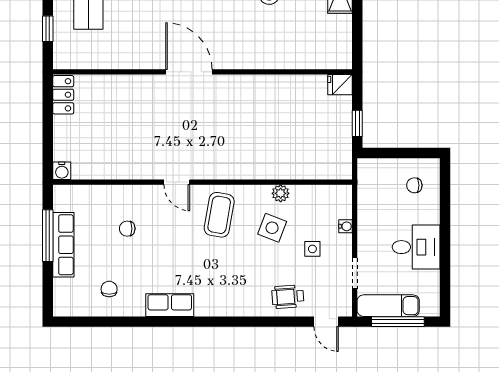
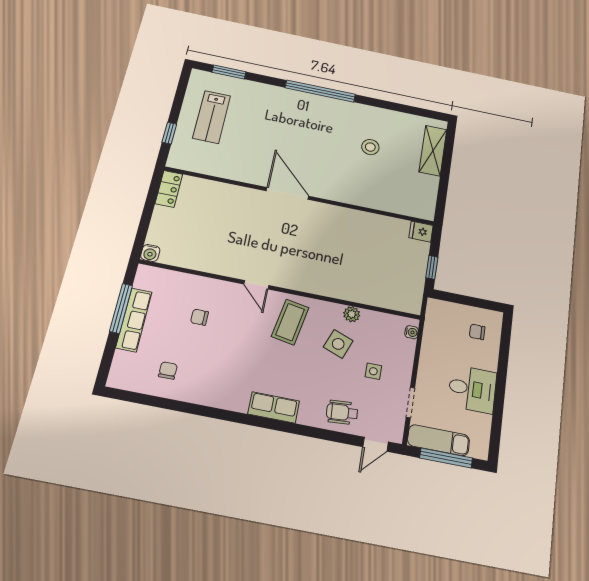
water cooler: (346, 226) -> (412, 332), moved
row of seats: (170, 305) -> (274, 407), moved
door: (326, 322) -> (376, 444), hinge flipped

